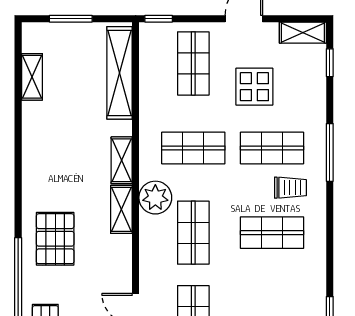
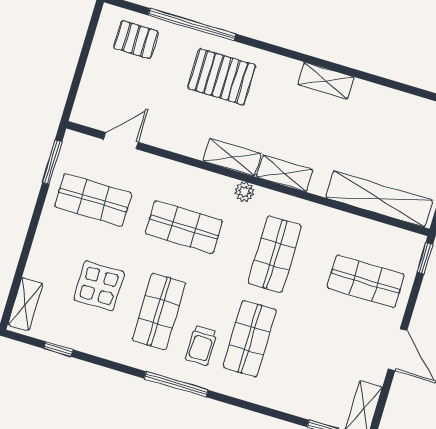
shelving: (32, 77) -> (326, 81), moved
display table: (254, 87) -> (99, 286), moved
window: (330, 152) -> (176, 384), moved
plant: (155, 198) -> (244, 192), width x0.53, depth x0.53

